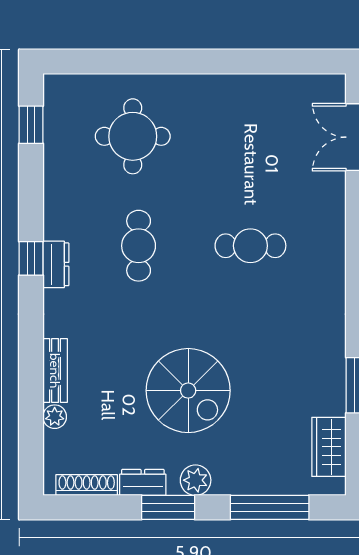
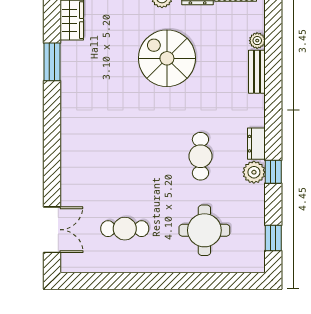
plant: (60, 222) -> (254, 172), added
cafe table: (250, 246) -> (125, 229), moved
window: (31, 258) -> (273, 172), moved

